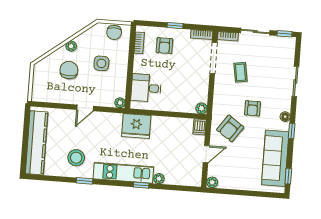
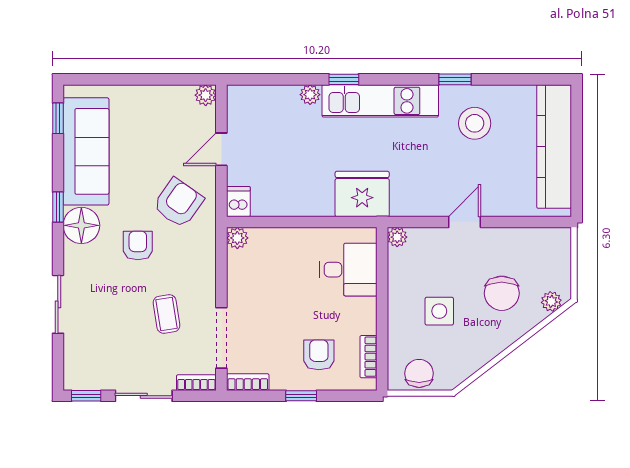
plant: (71, 46) -> (551, 301), moved
floor lamp: (285, 117) -> (81, 225), width x1.89, depth x1.89

